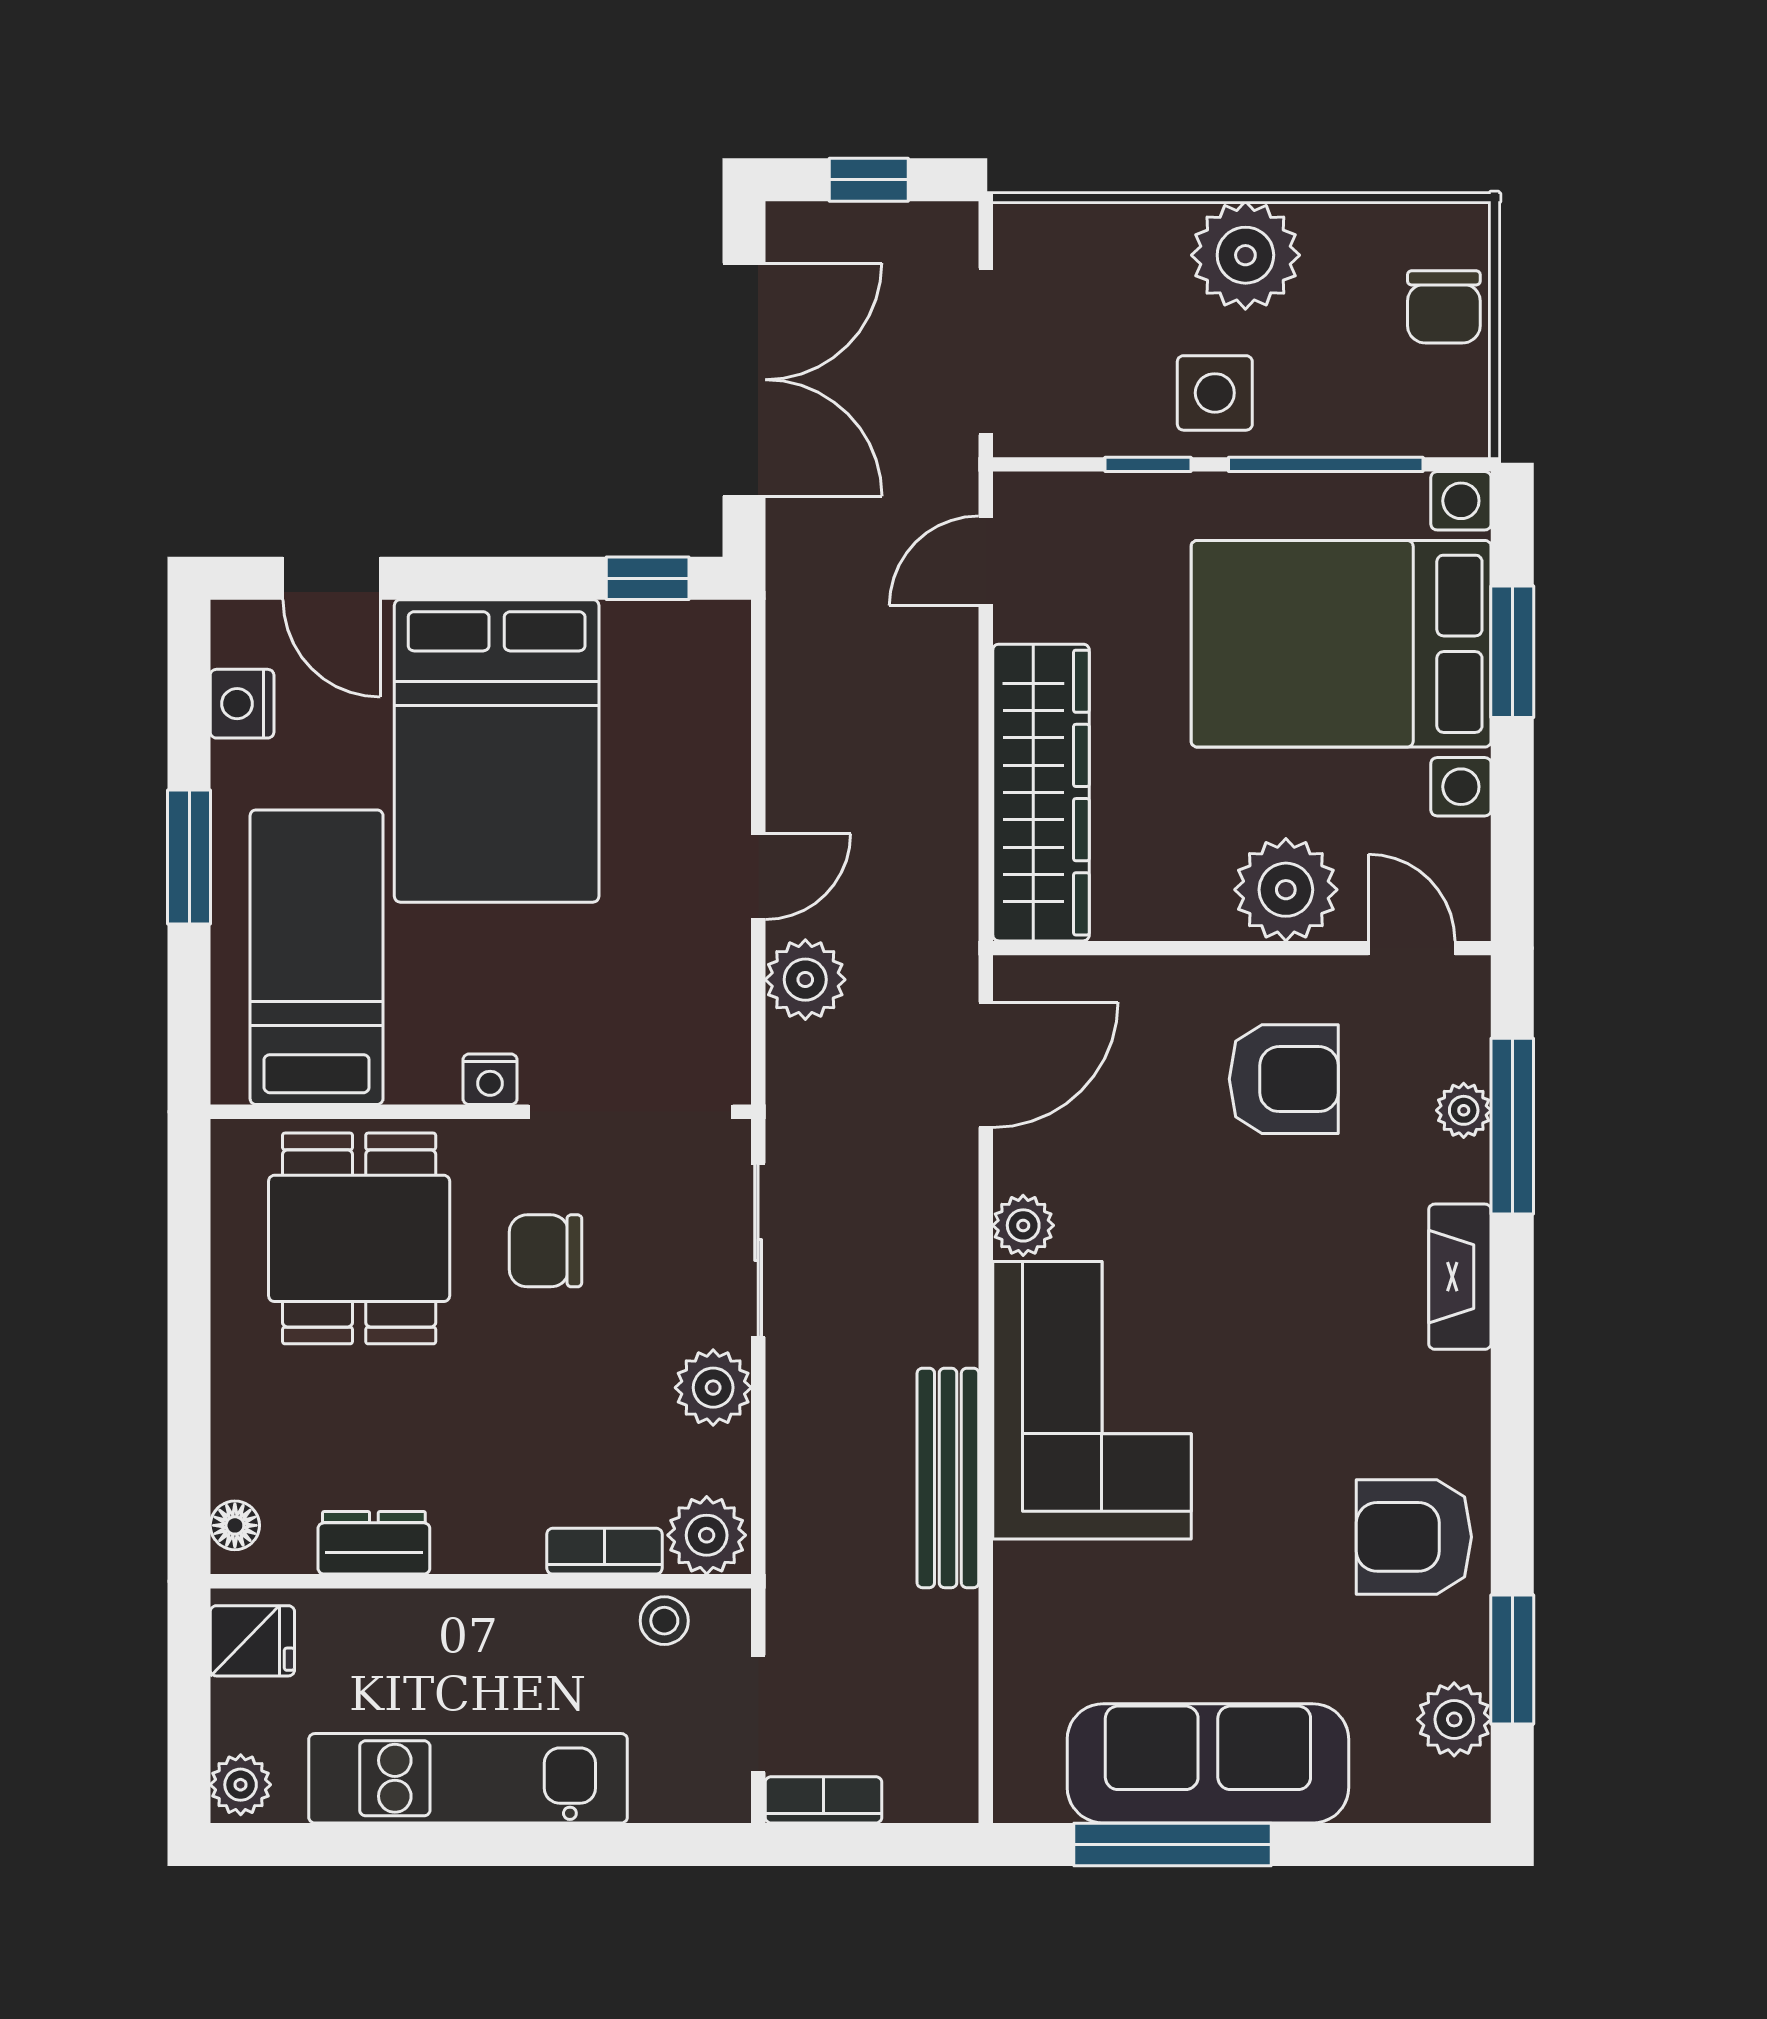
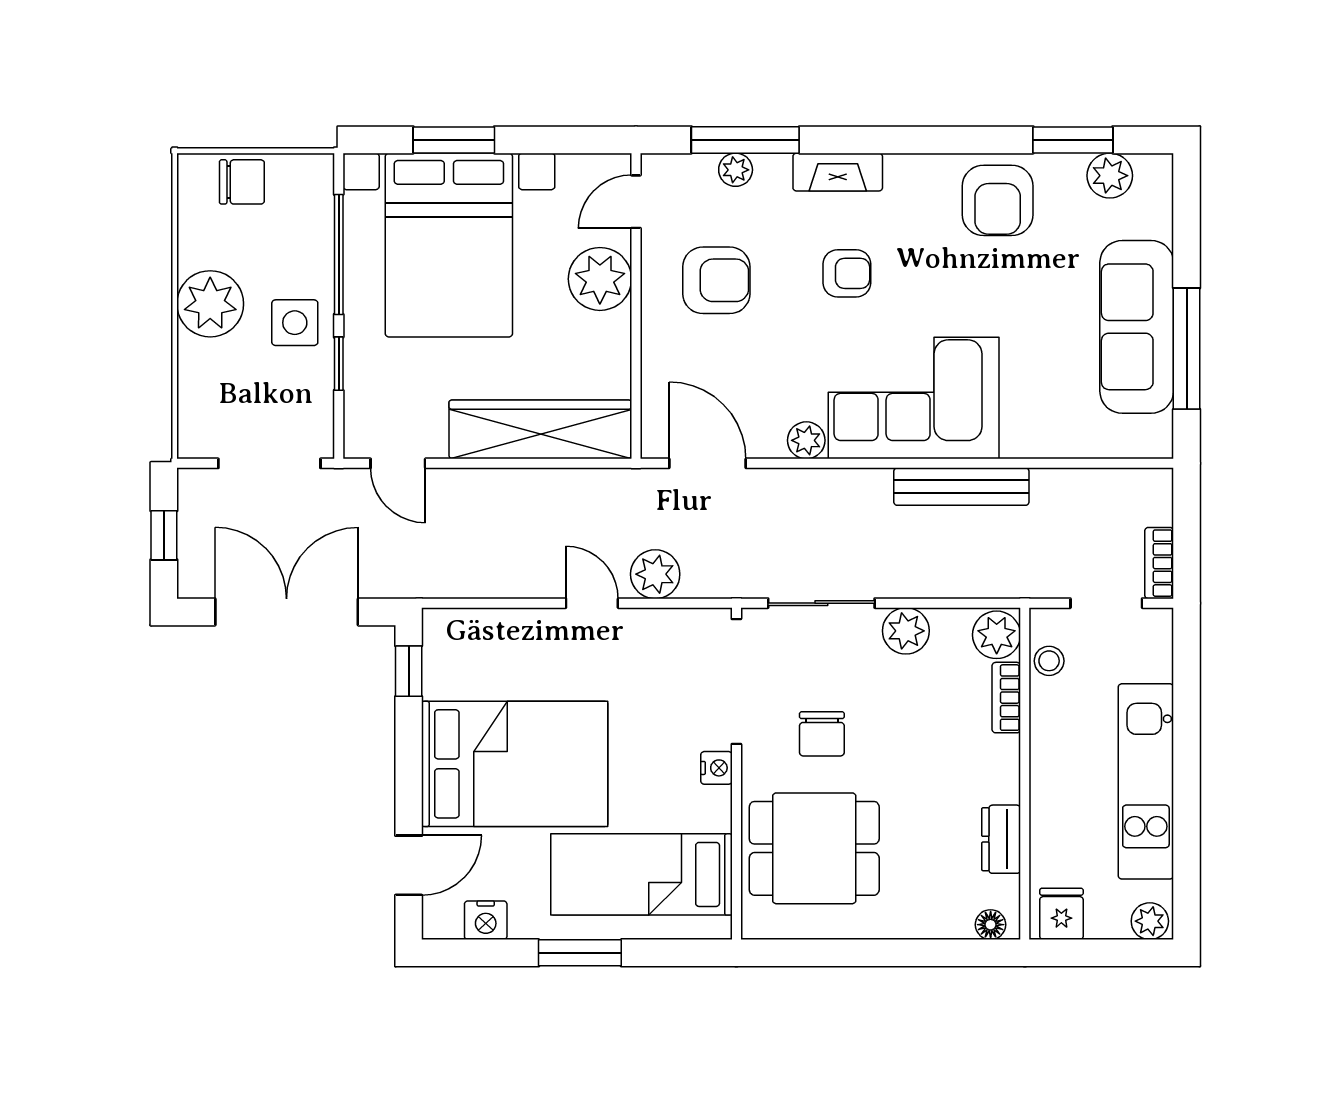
armchair: (1284, 1079) -> (716, 280), turned 90
armchair: (1295, 1292) -> (847, 273), added

